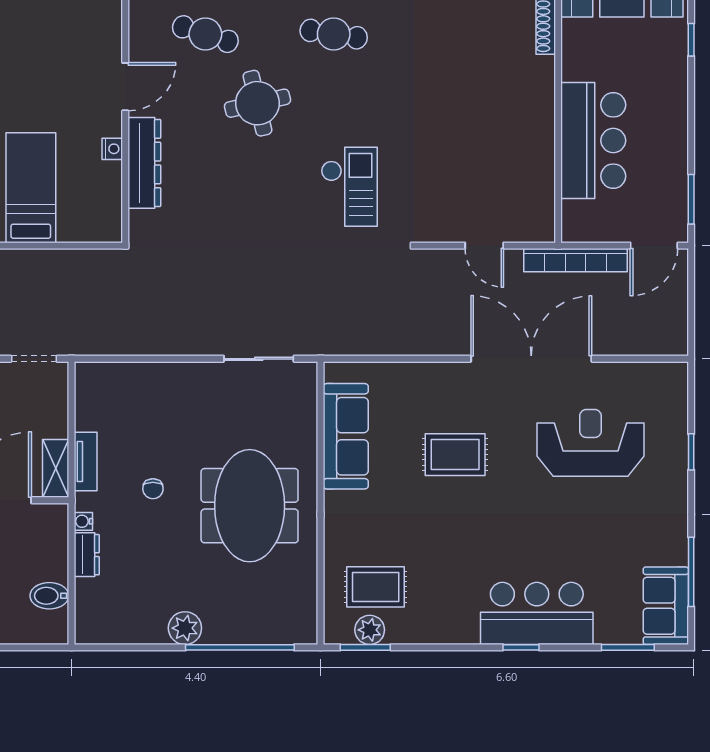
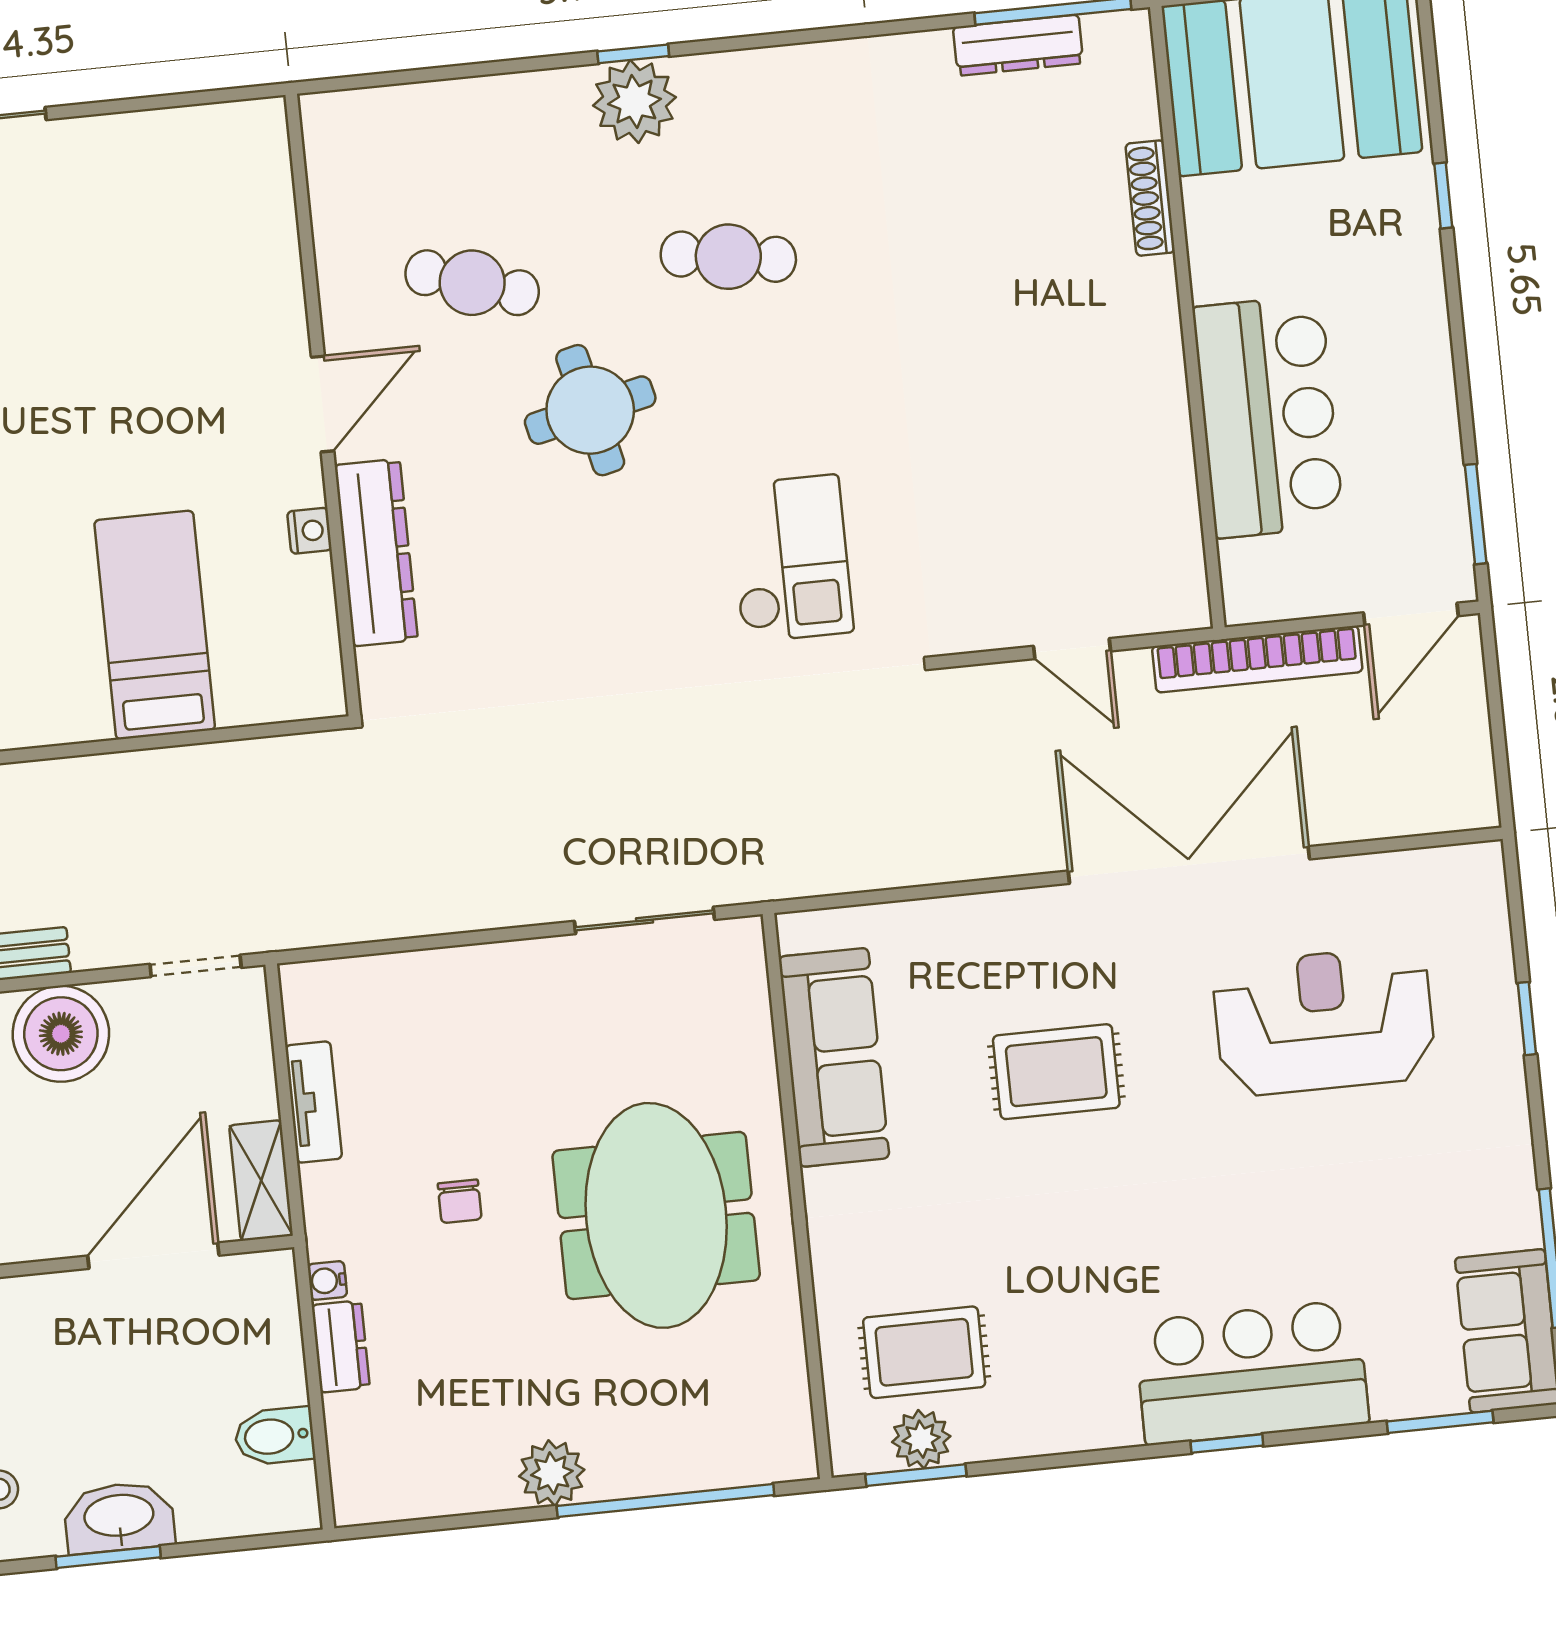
tv unit: (86, 462) -> (314, 1102), moved

